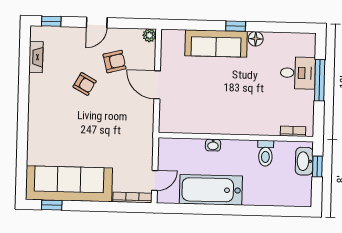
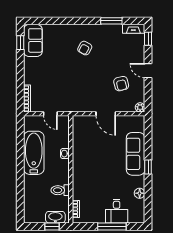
floor lamp: (256, 39) -> (140, 193), moved
fireplace: (36, 57) -> (133, 29), moved
window: (24, 73) -> (111, 21), added
armchair: (85, 84) -> (85, 48), moved
door: (157, 85) -> (106, 114), swing flipped
door: (155, 180) -> (50, 114), moved
sofa: (69, 184) -> (33, 40), width x0.54, depth x0.79

